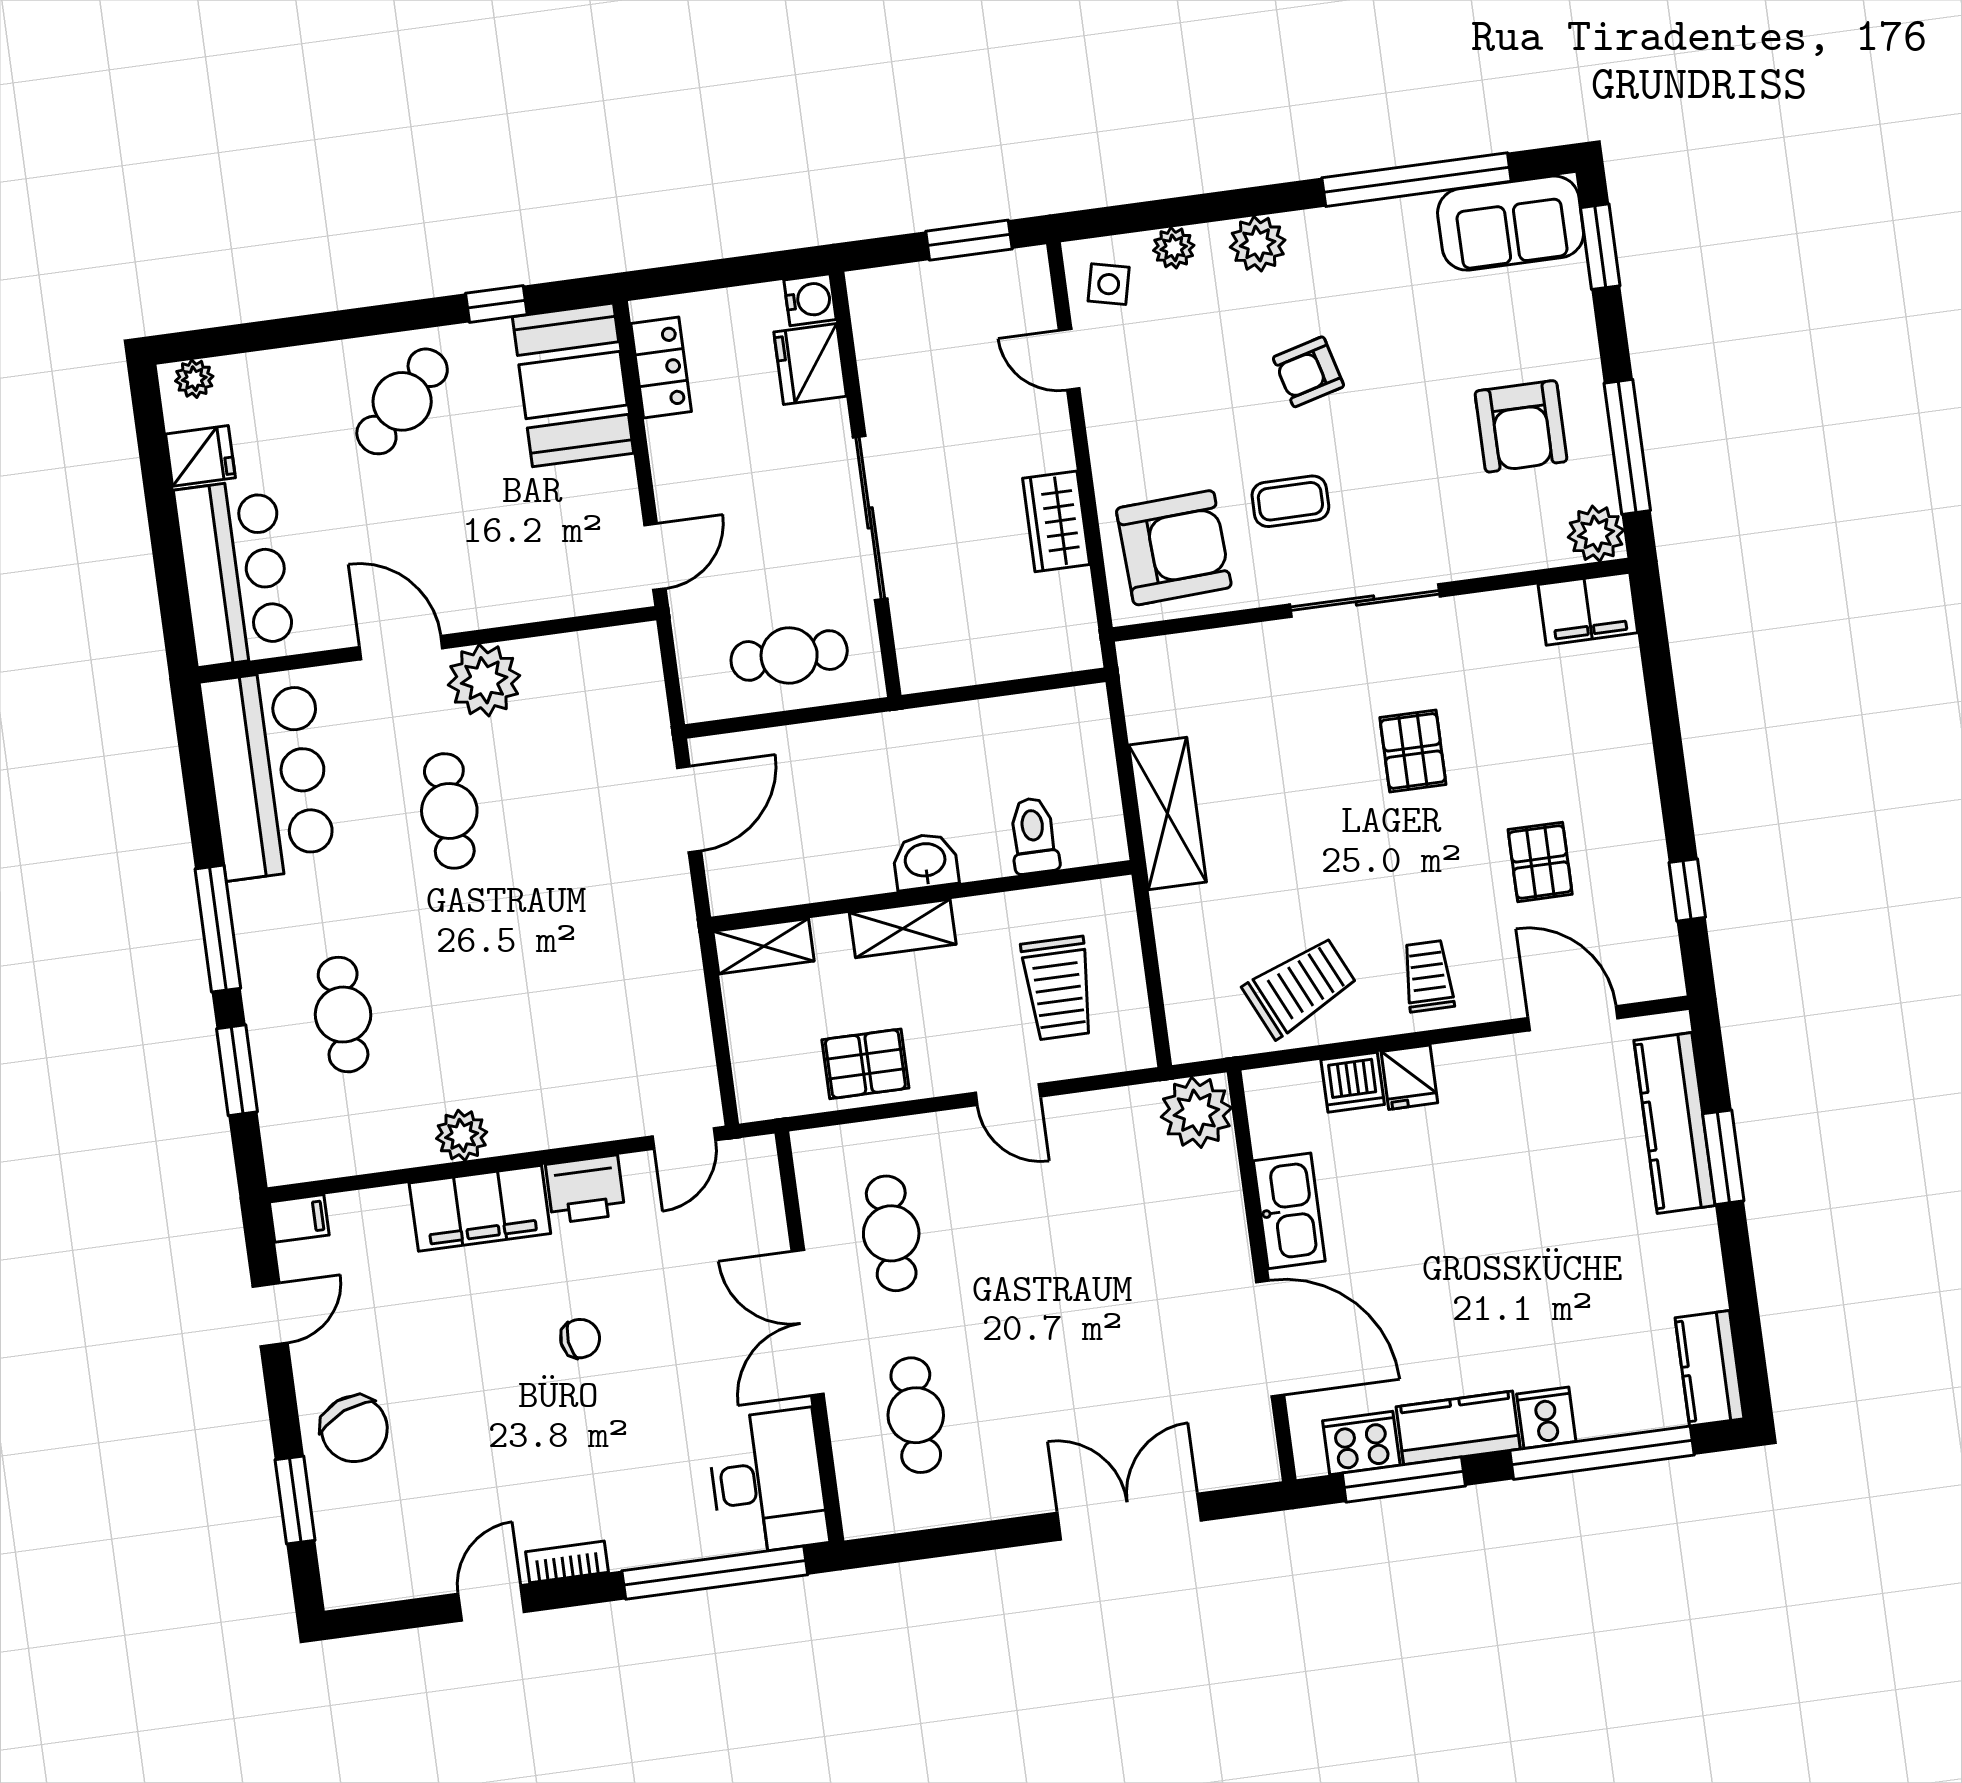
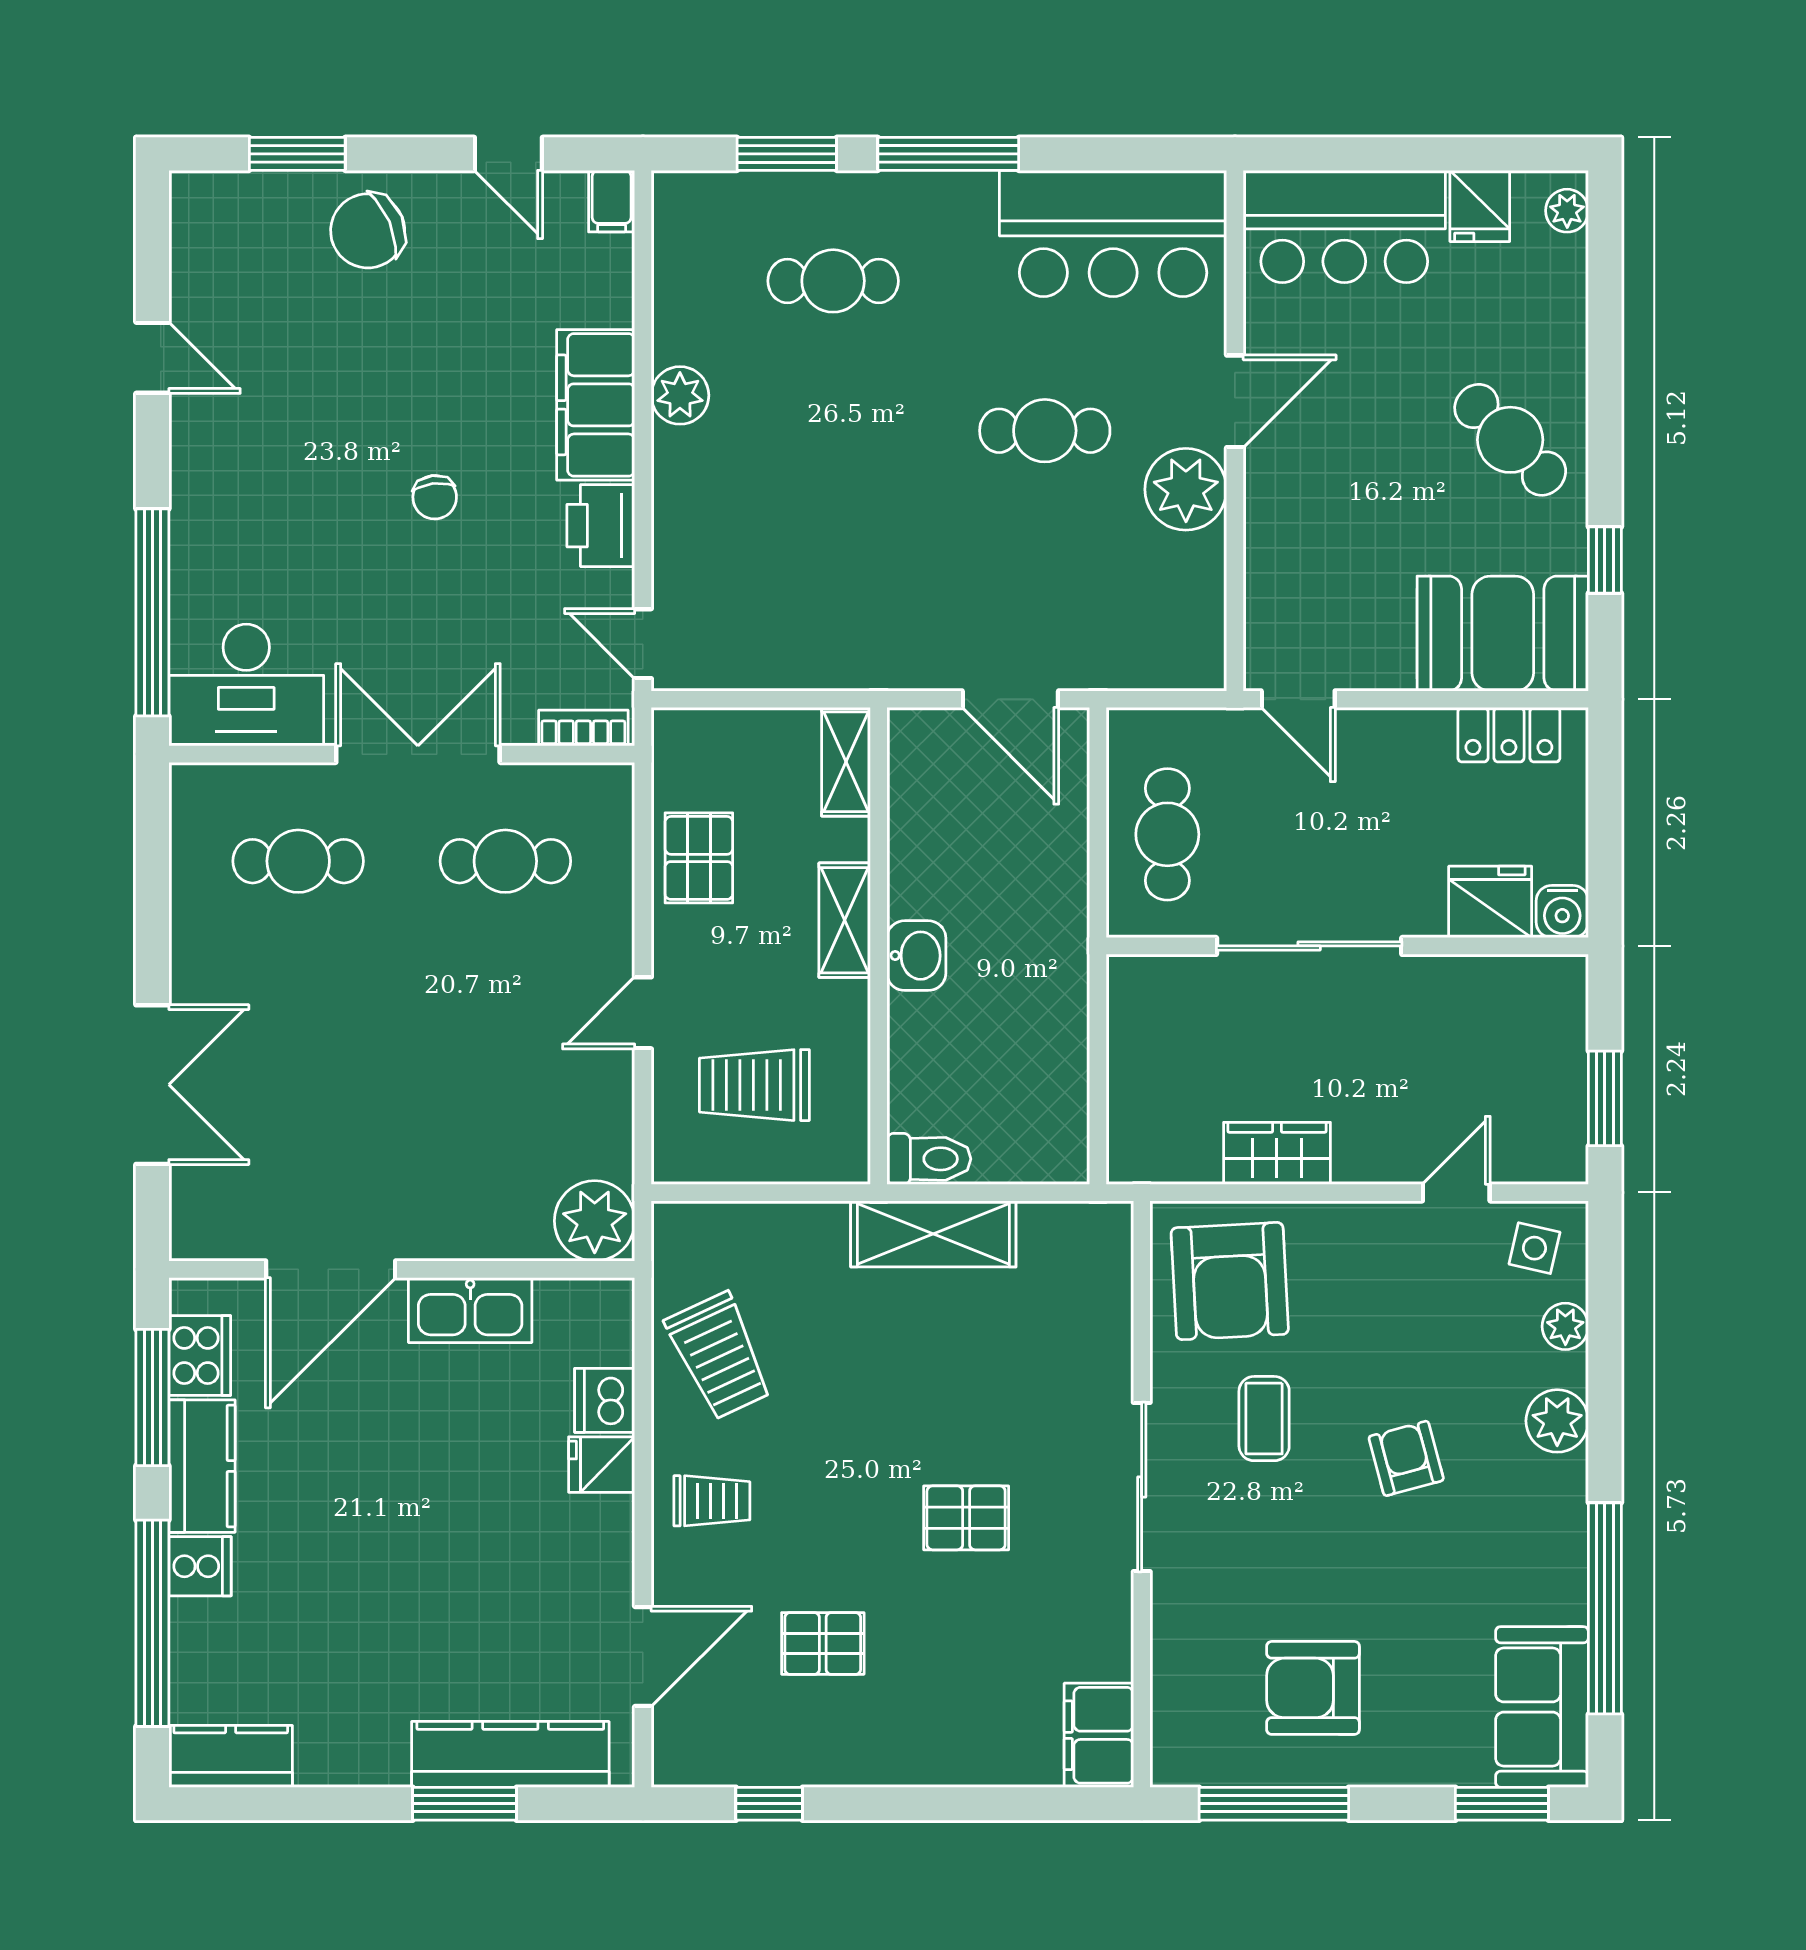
plant: (1596, 534) -> (1182, 1756), removed
toilet: (1034, 836) -> (929, 1159), moved
bookcase: (567, 1562) -> (583, 728), moved, turned -90

